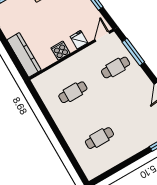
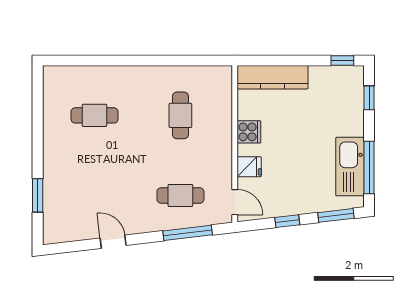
cafe table: (116, 67) -> (180, 195), turned 90
cafe table: (99, 138) -> (95, 115), turned 90

